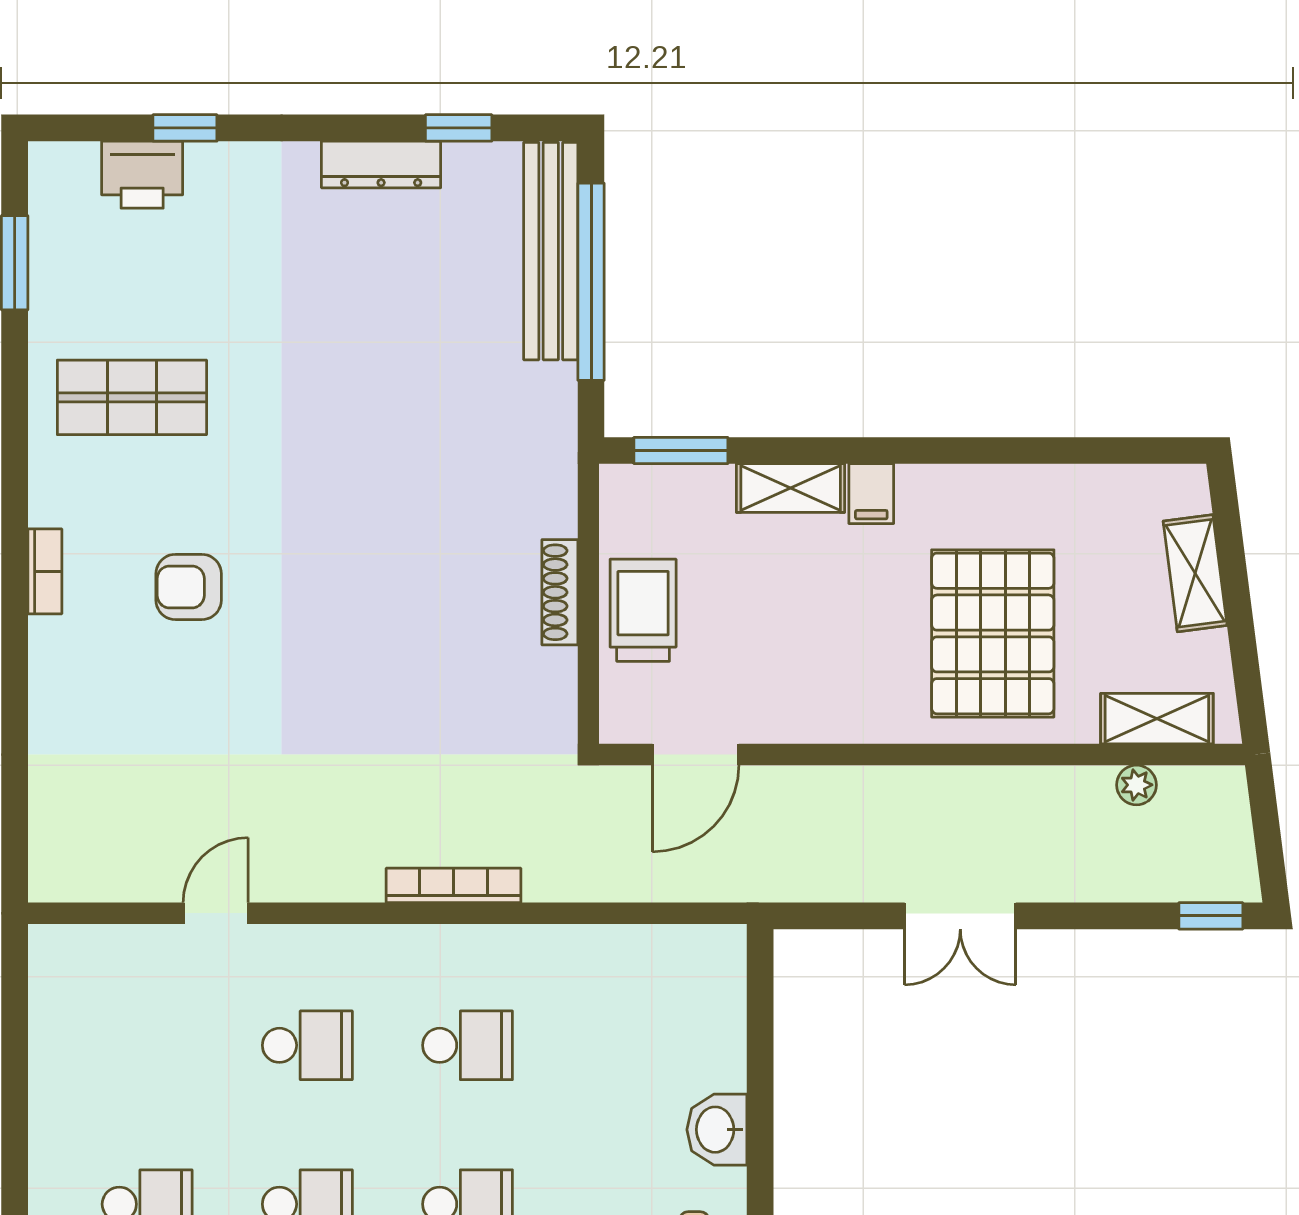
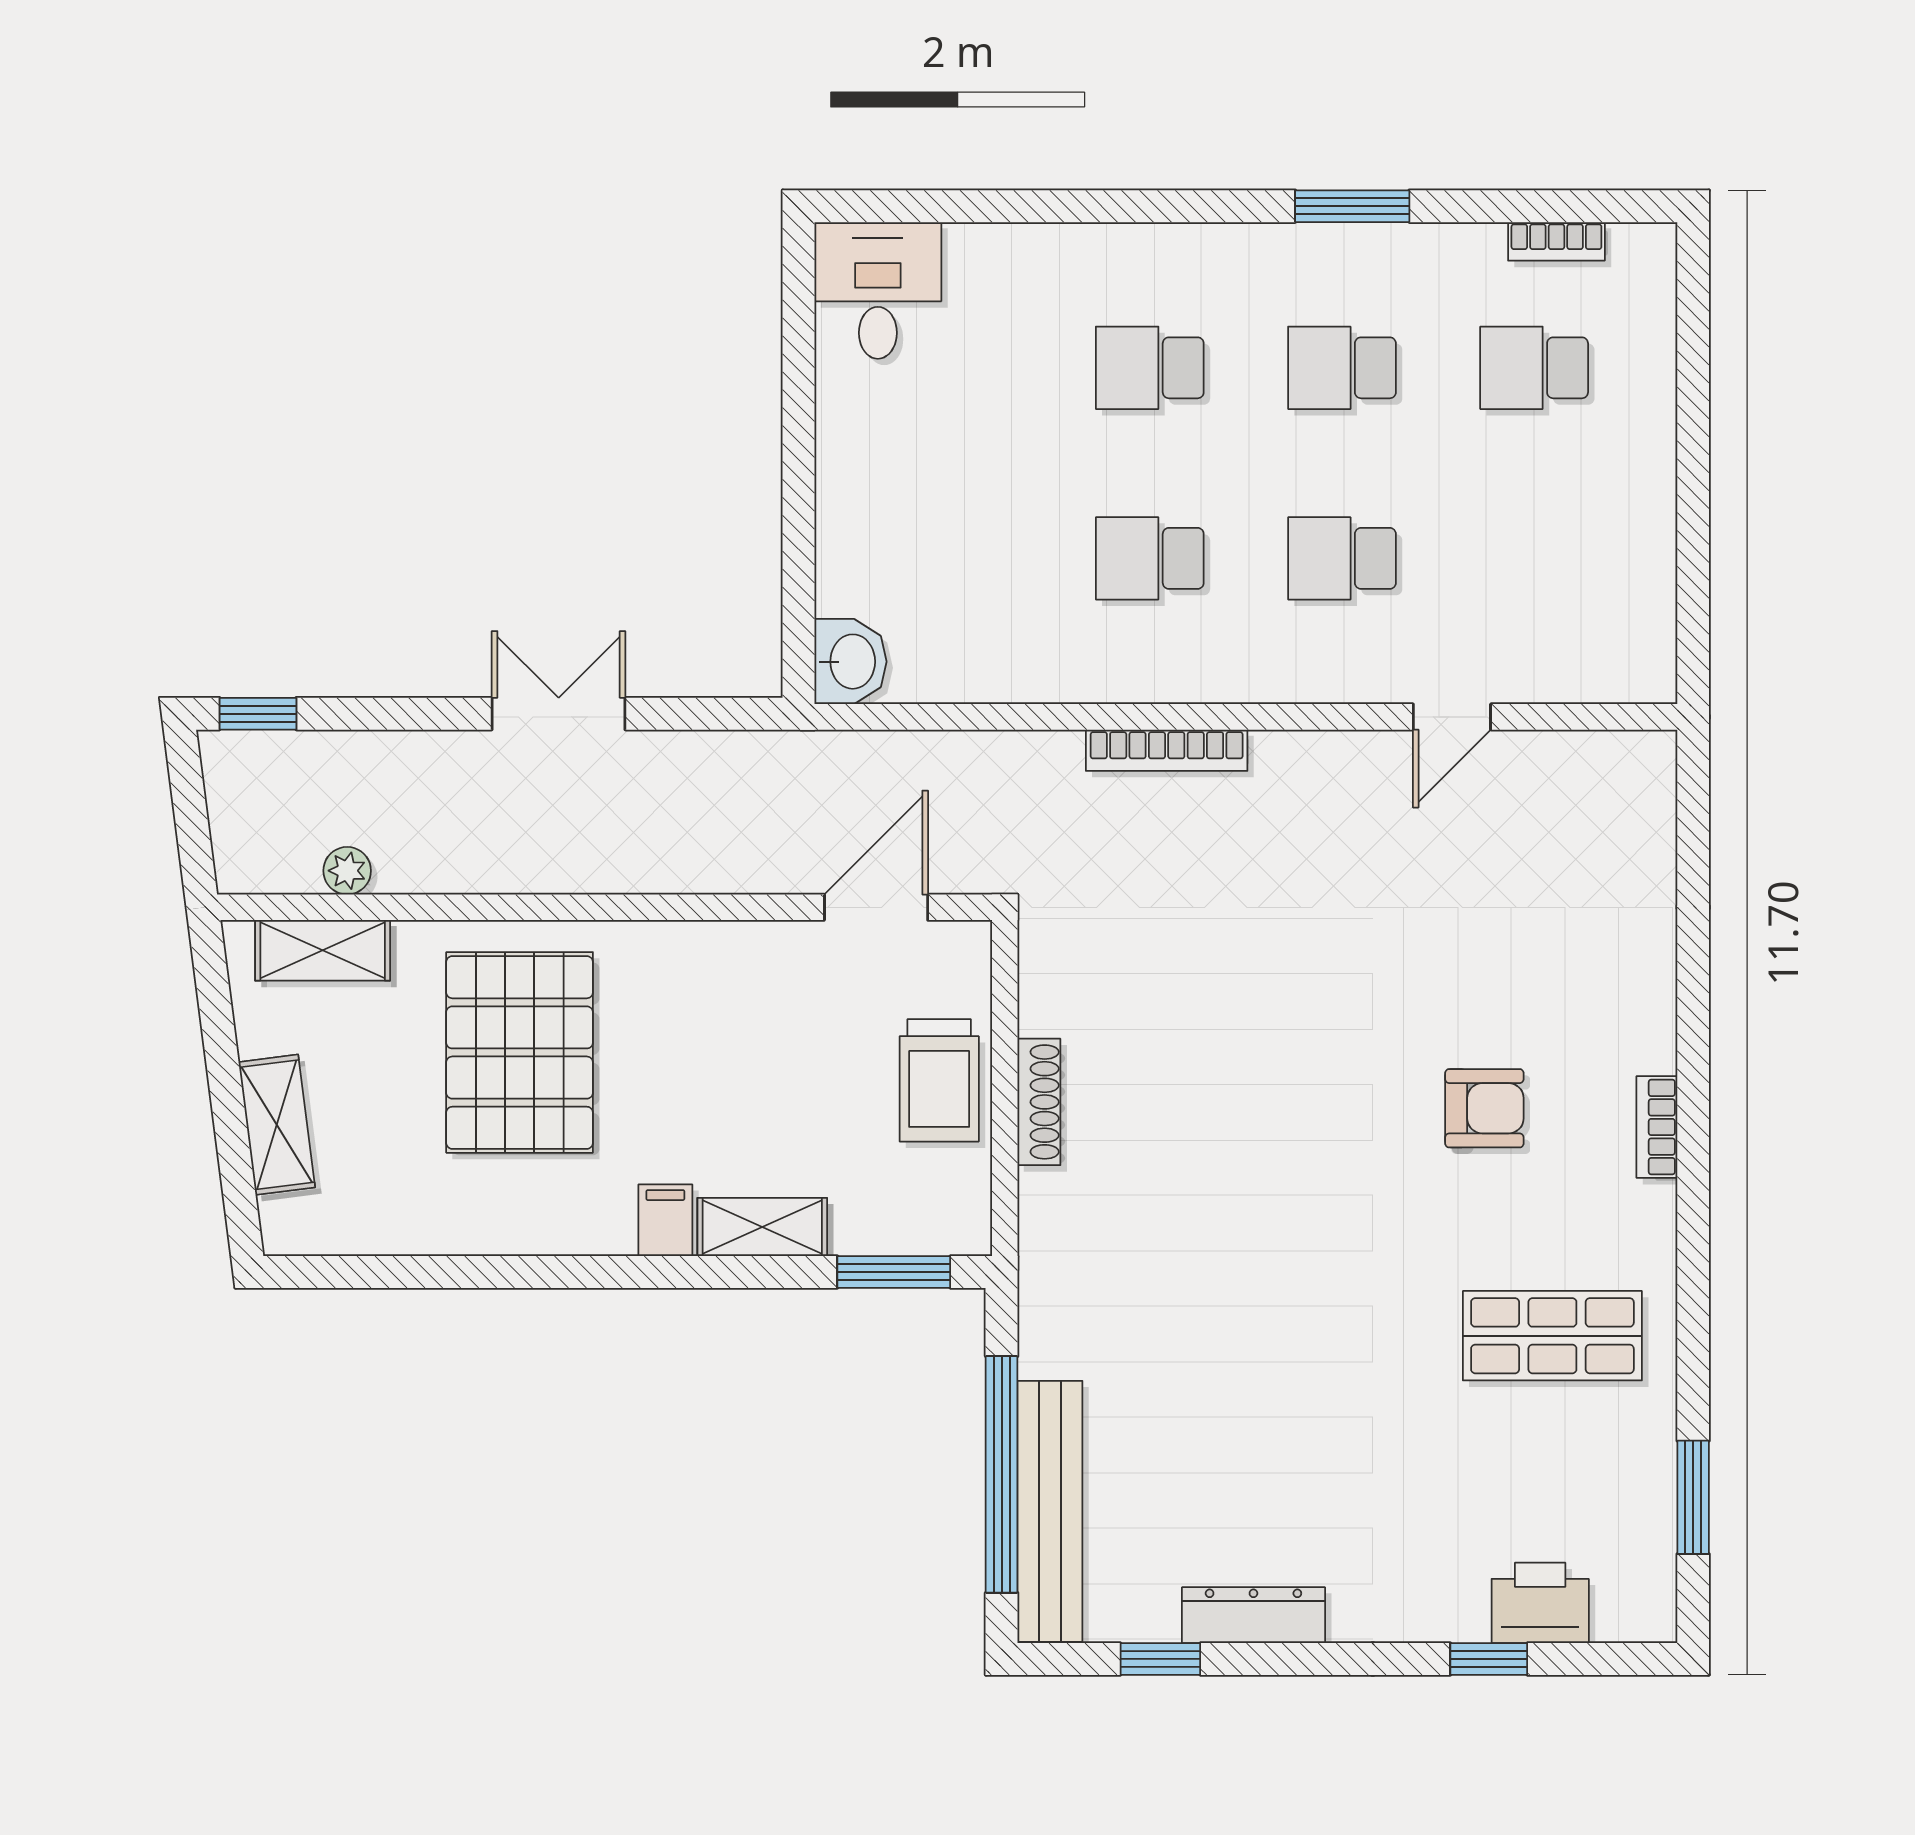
washbasin: (717, 1130) -> (851, 662), moved

